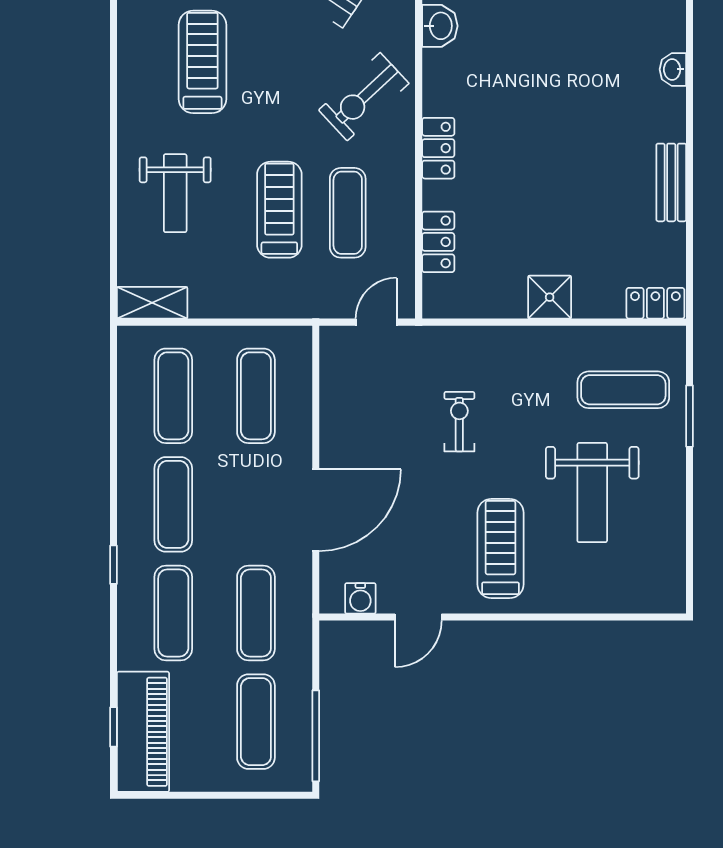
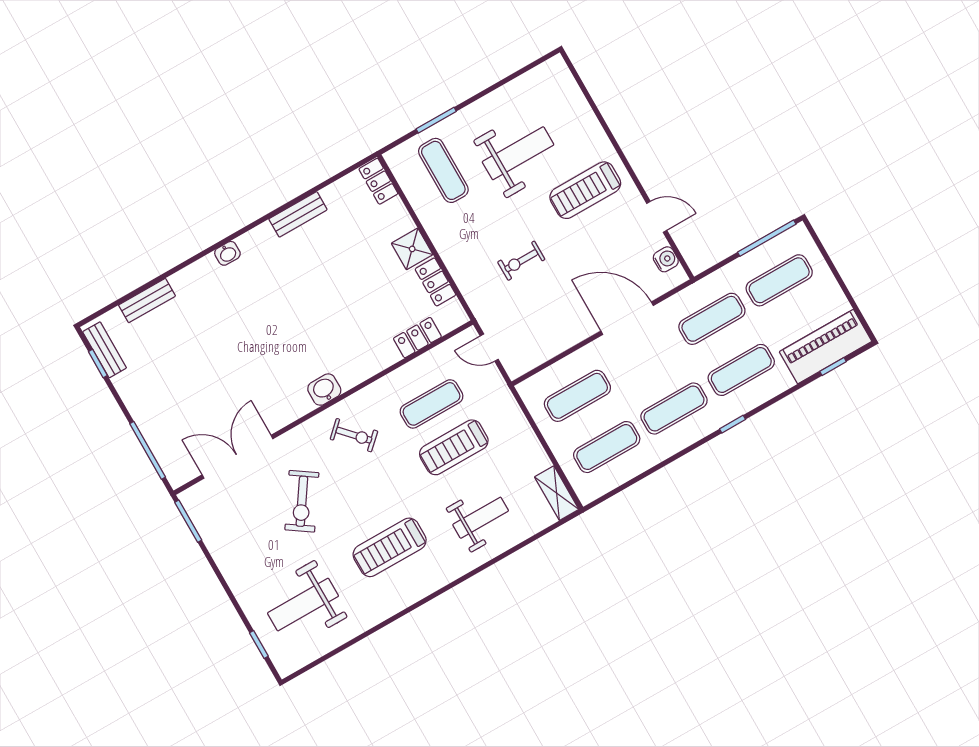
washbasin: (440, 26) -> (324, 390), moved
exercise bike: (364, 97) -> (354, 435), width x0.73, depth x0.72
locker: (438, 148) -> (435, 282), moved, turned -90

